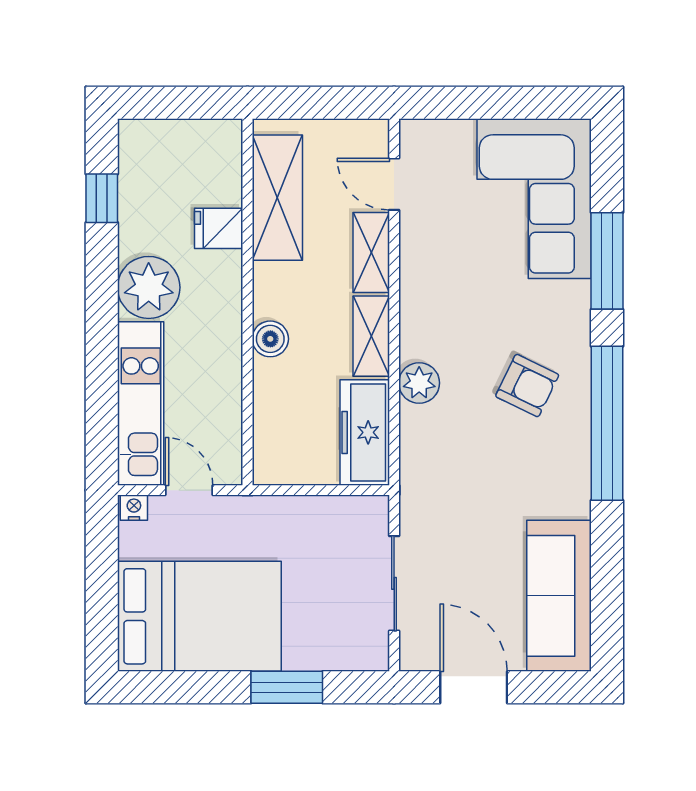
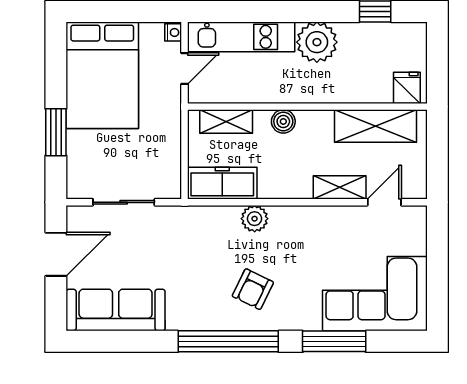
fridge: (219, 228) -> (407, 88), moved
shelving: (371, 336) -> (226, 122), moved

